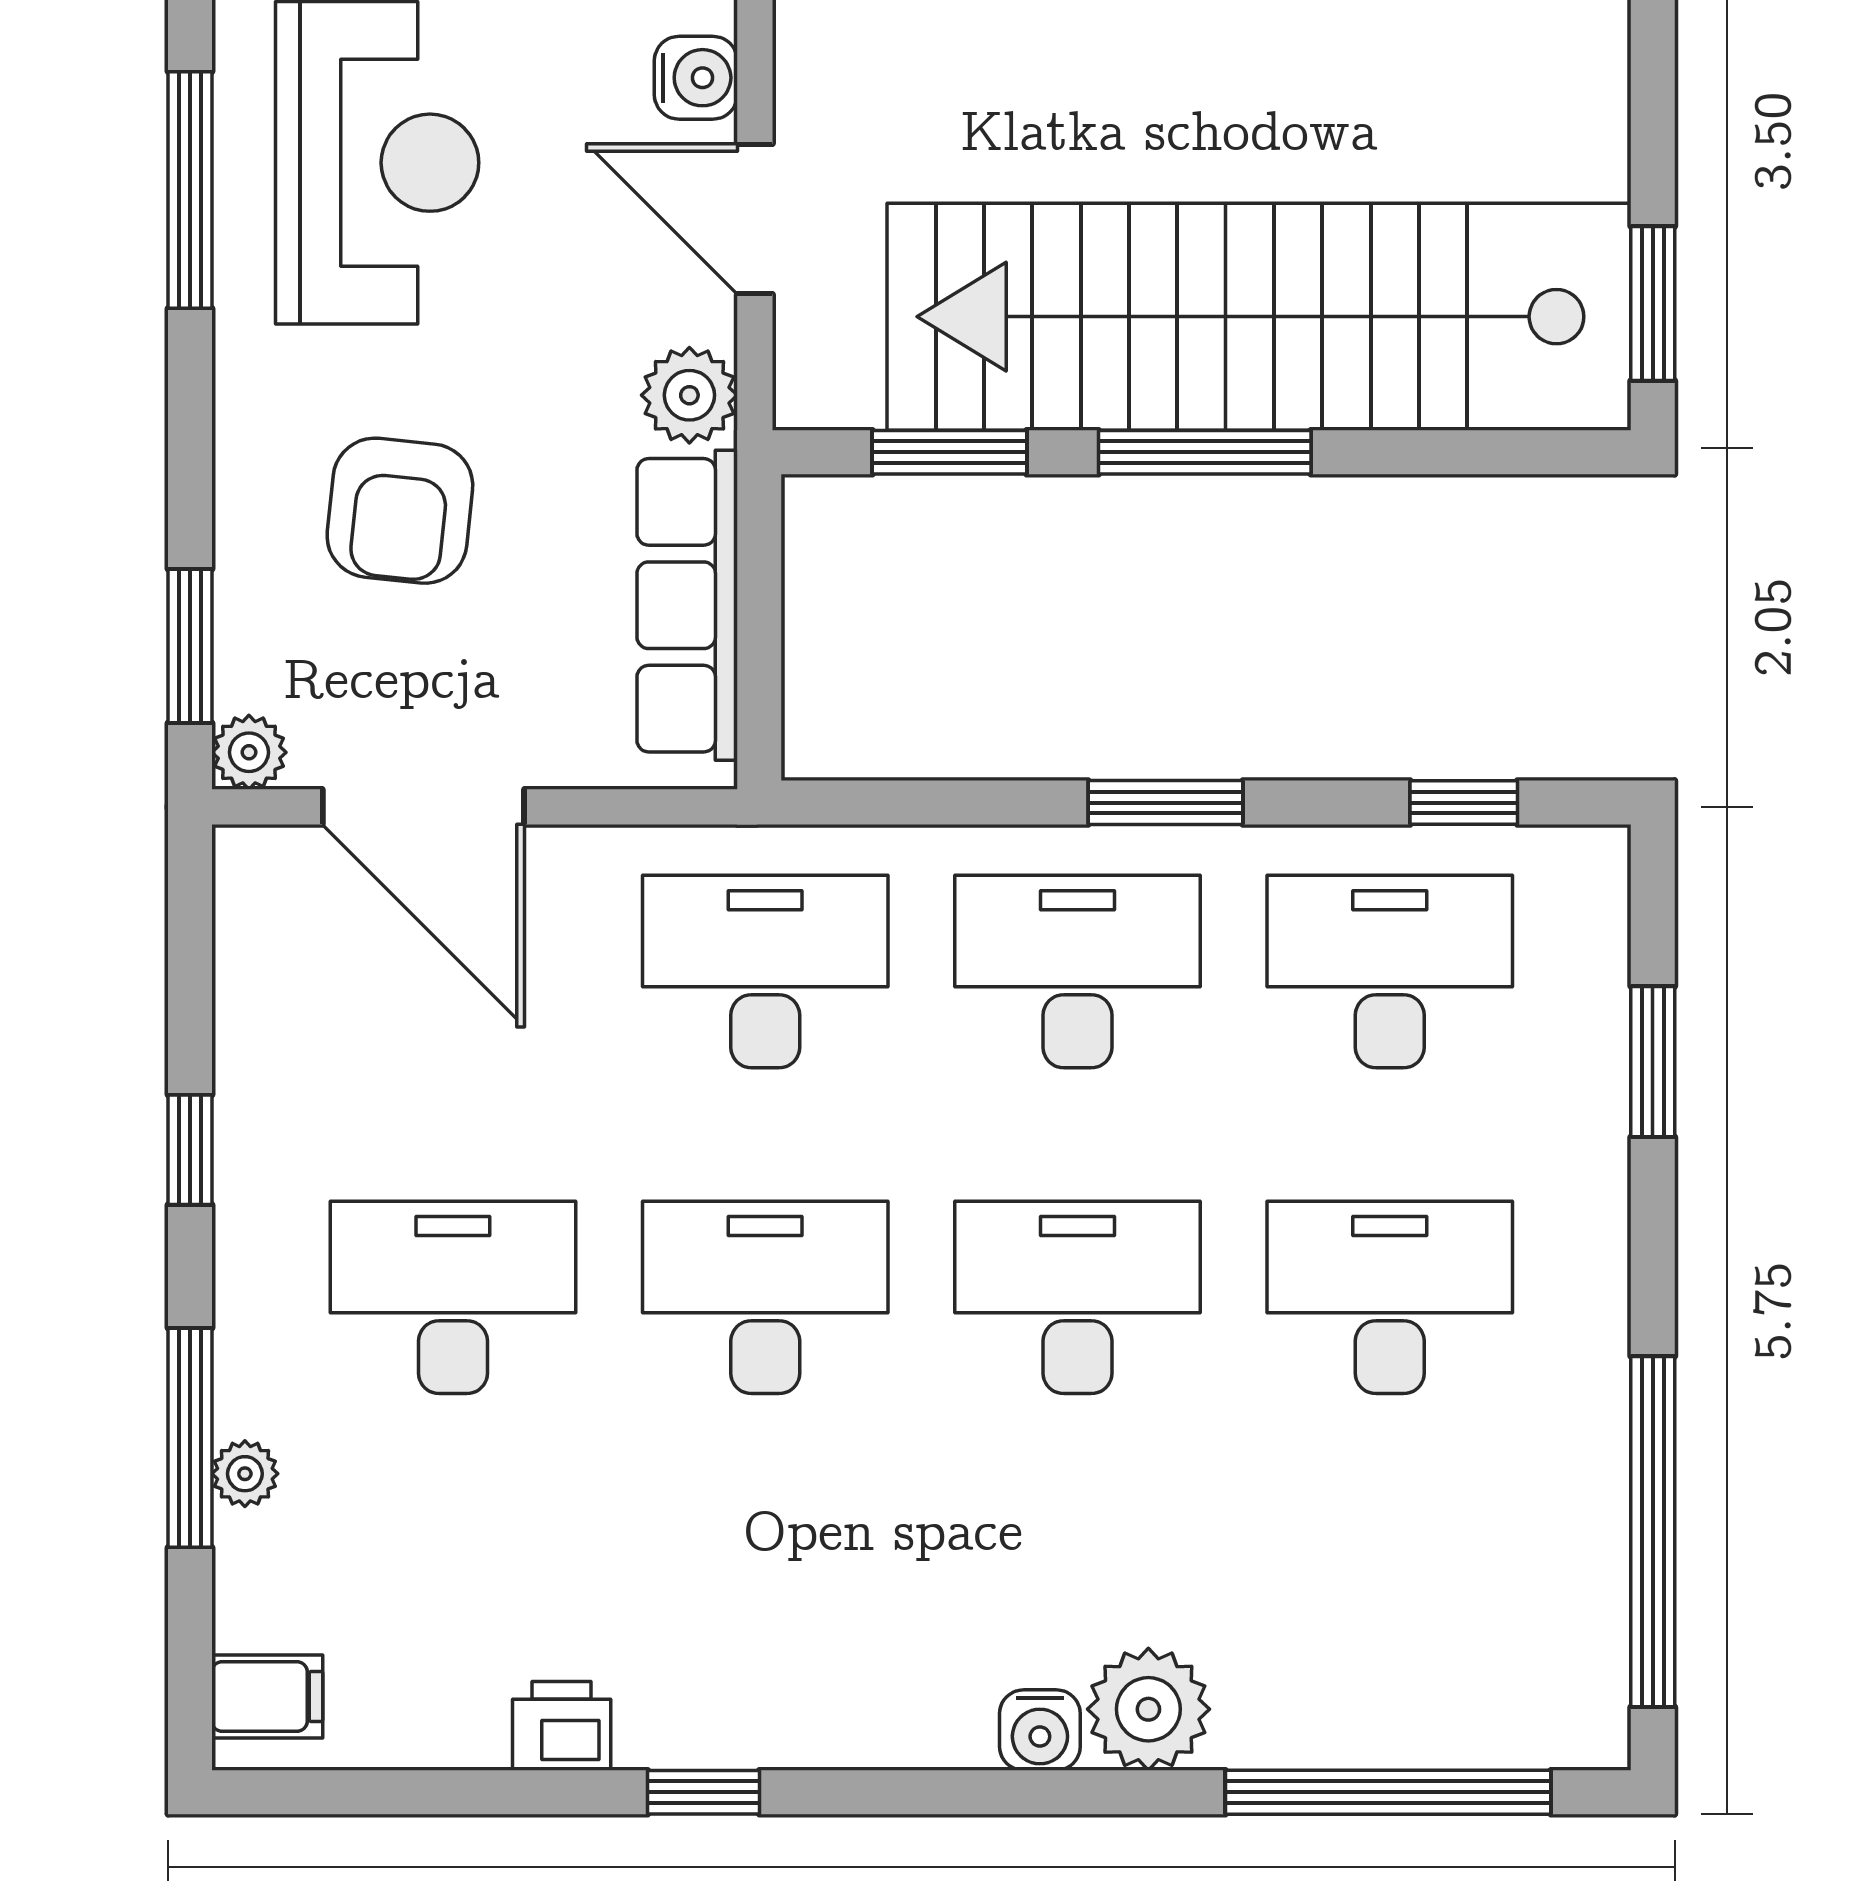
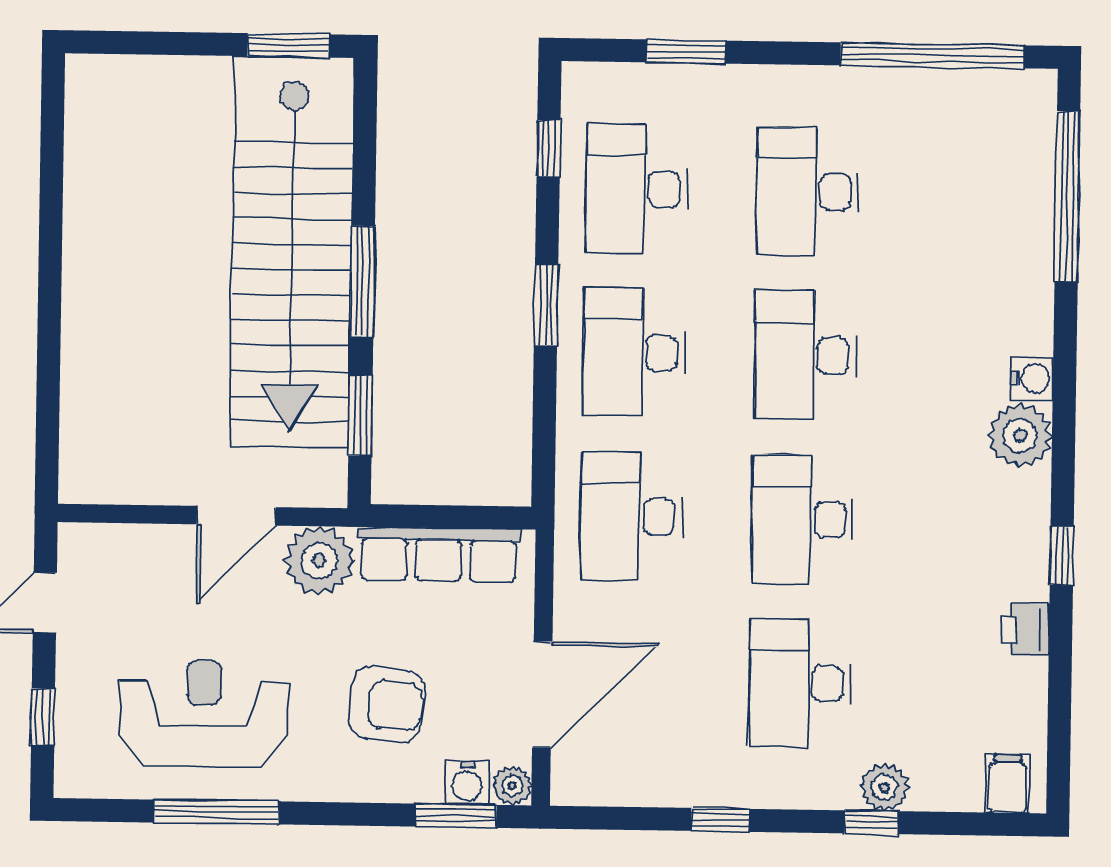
water cooler: (696, 78) -> (467, 783), moved, turned 180
plant: (689, 395) -> (319, 561), width x1.36, depth x1.36
window: (190, 1438) -> (871, 822), width x0.46
plant: (245, 1474) -> (884, 787), width x1.38, depth x1.38
plant: (1148, 1709) -> (1020, 435), moved

